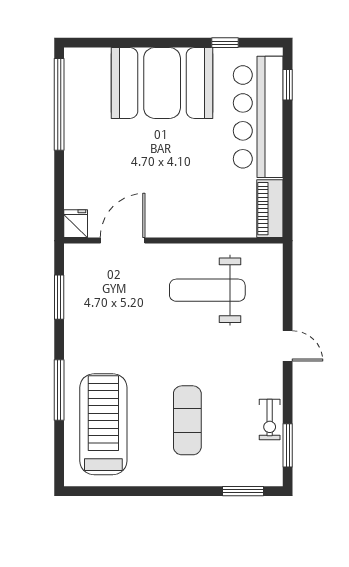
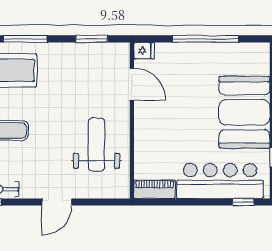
window: (59, 104) -> (205, 39), moved
door: (288, 346) -> (57, 202), width x1.38

